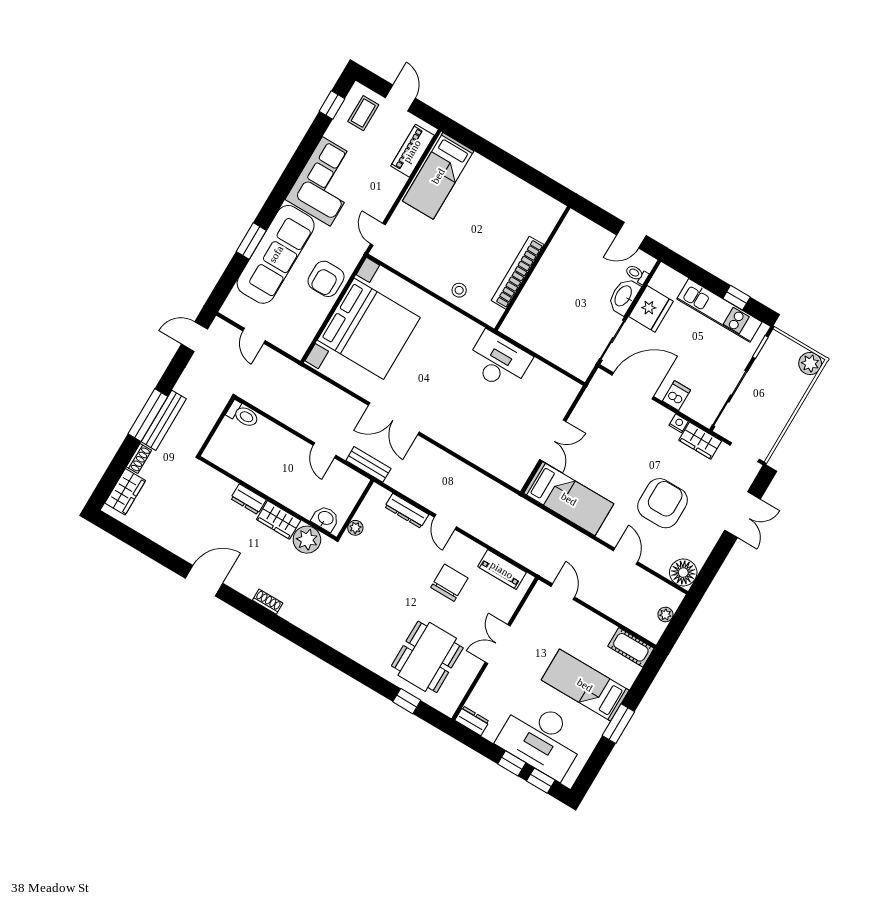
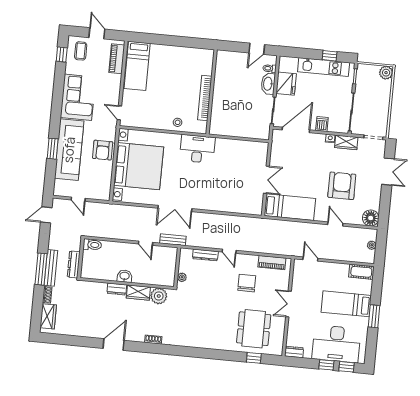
desk: (499, 361) -> (197, 149), moved
dresser: (201, 431) -> (74, 264), added
washbasin: (325, 518) -> (125, 276), moved

